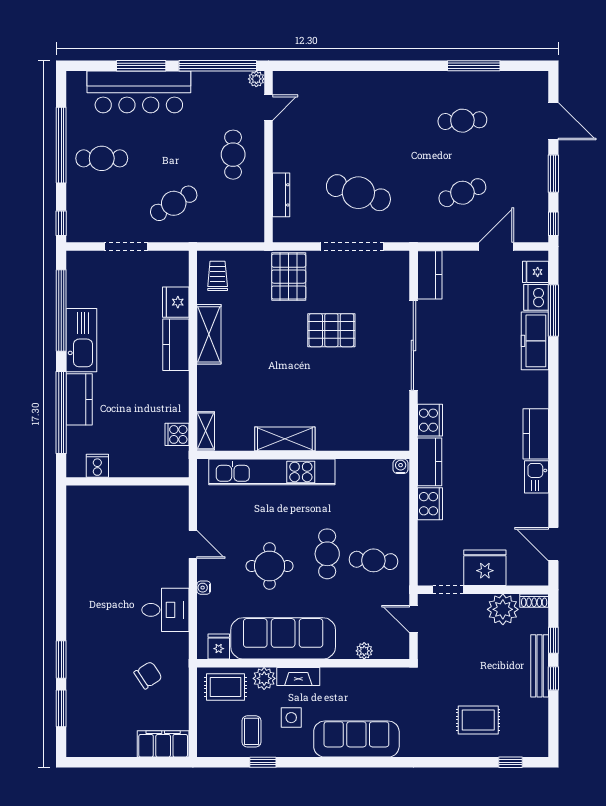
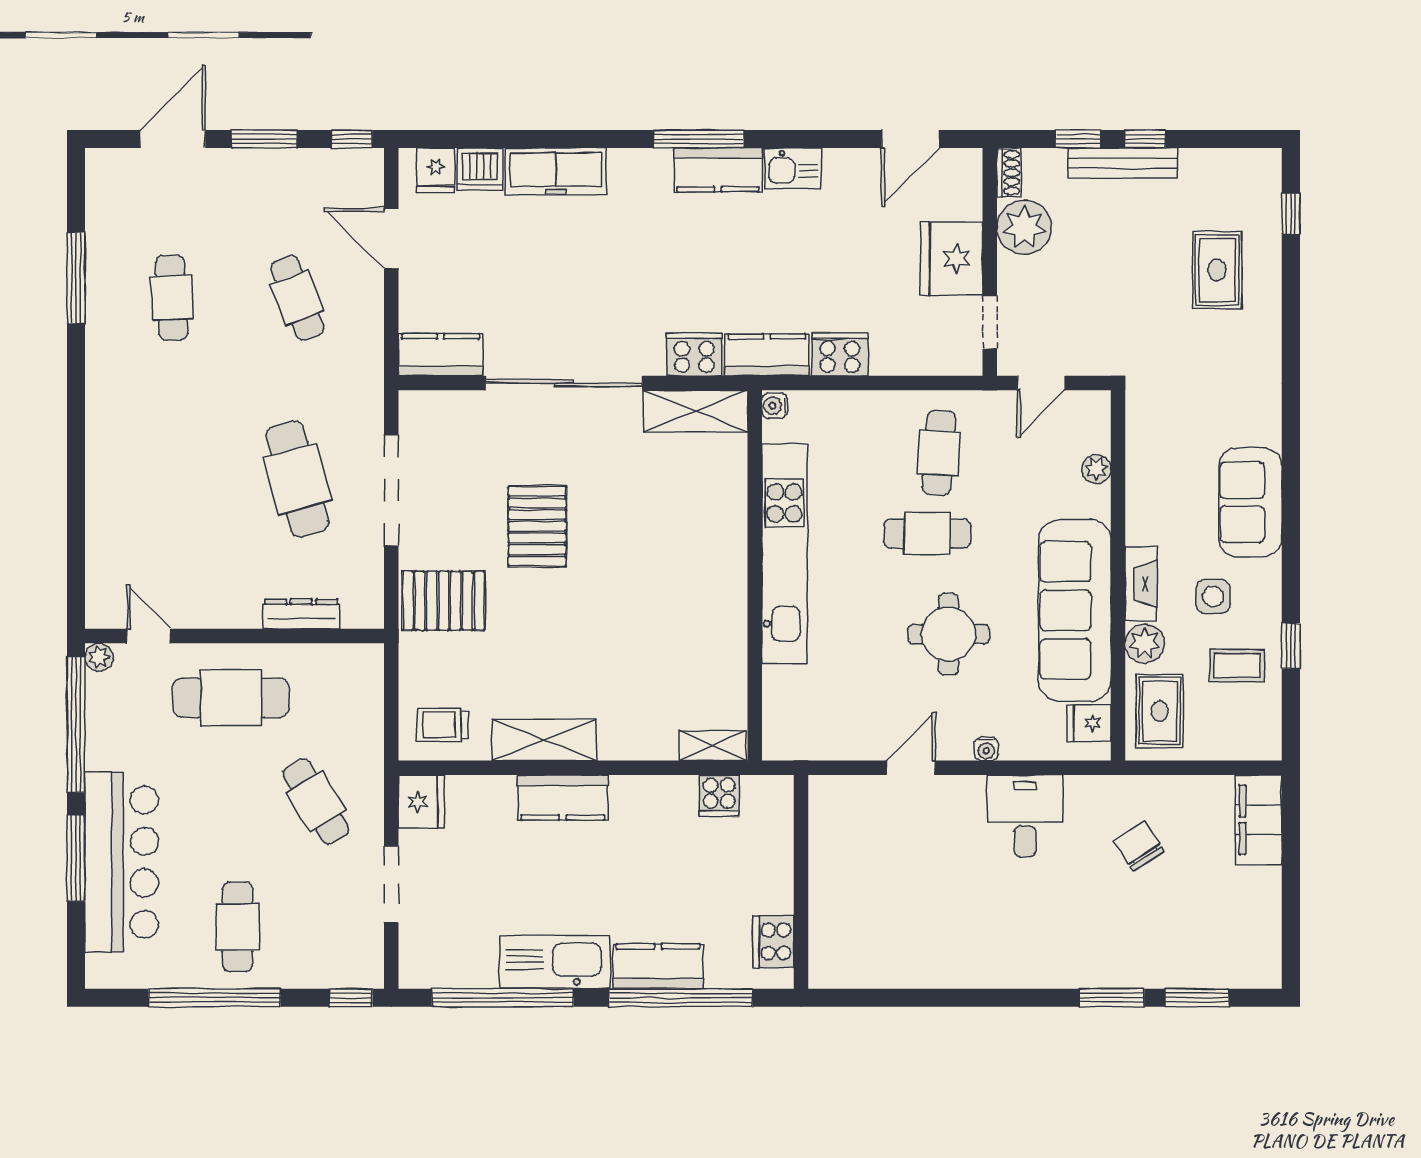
cafe table: (233, 155) -> (231, 698), width x1.37, depth x1.35
cafe table: (358, 193) -> (297, 479), turned -33
fridge: (176, 302) -> (421, 802), moved, turned -90
window: (553, 311) -> (699, 139), moved
shelving: (285, 439) -> (695, 411), moved, turned 90
cooker: (97, 466) -> (774, 942), width x1.36
kitchen unit: (272, 472) -> (785, 554), moved
sofa: (356, 739) -> (1250, 502), width x0.73

